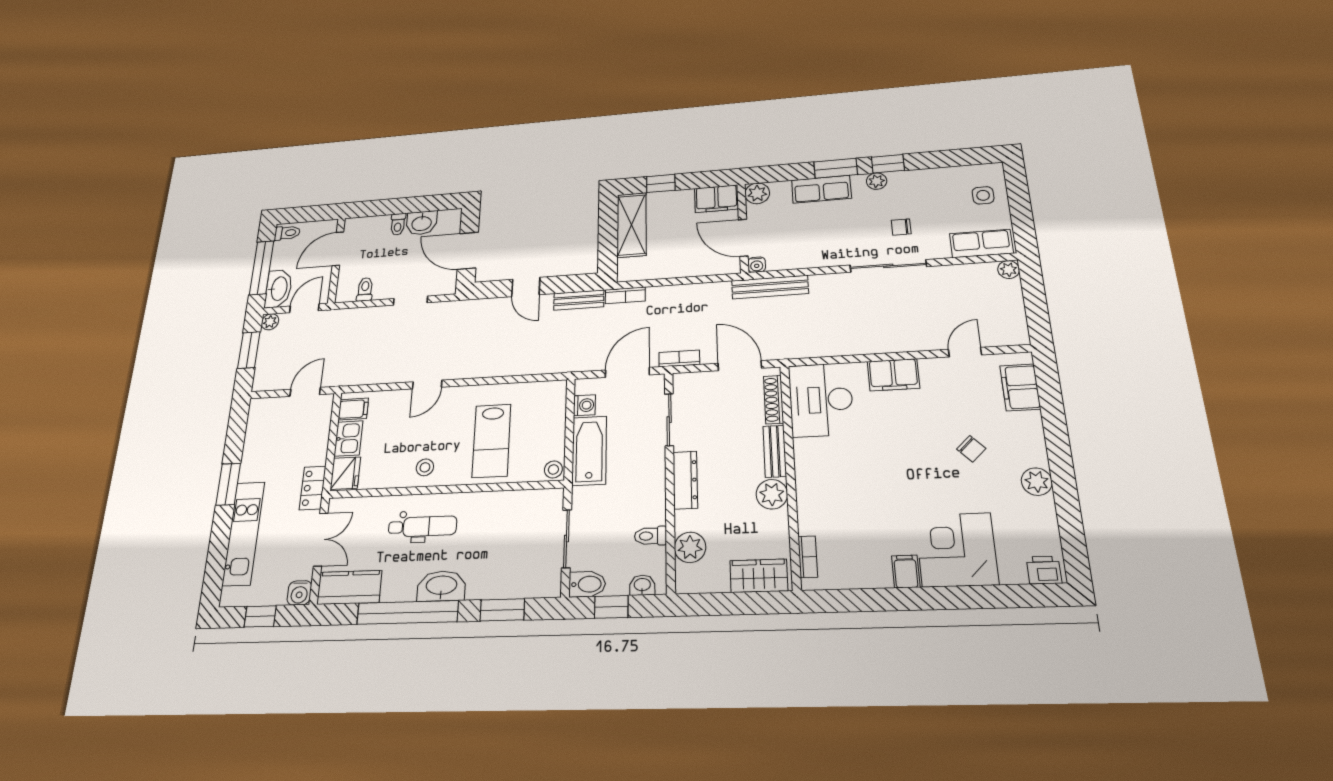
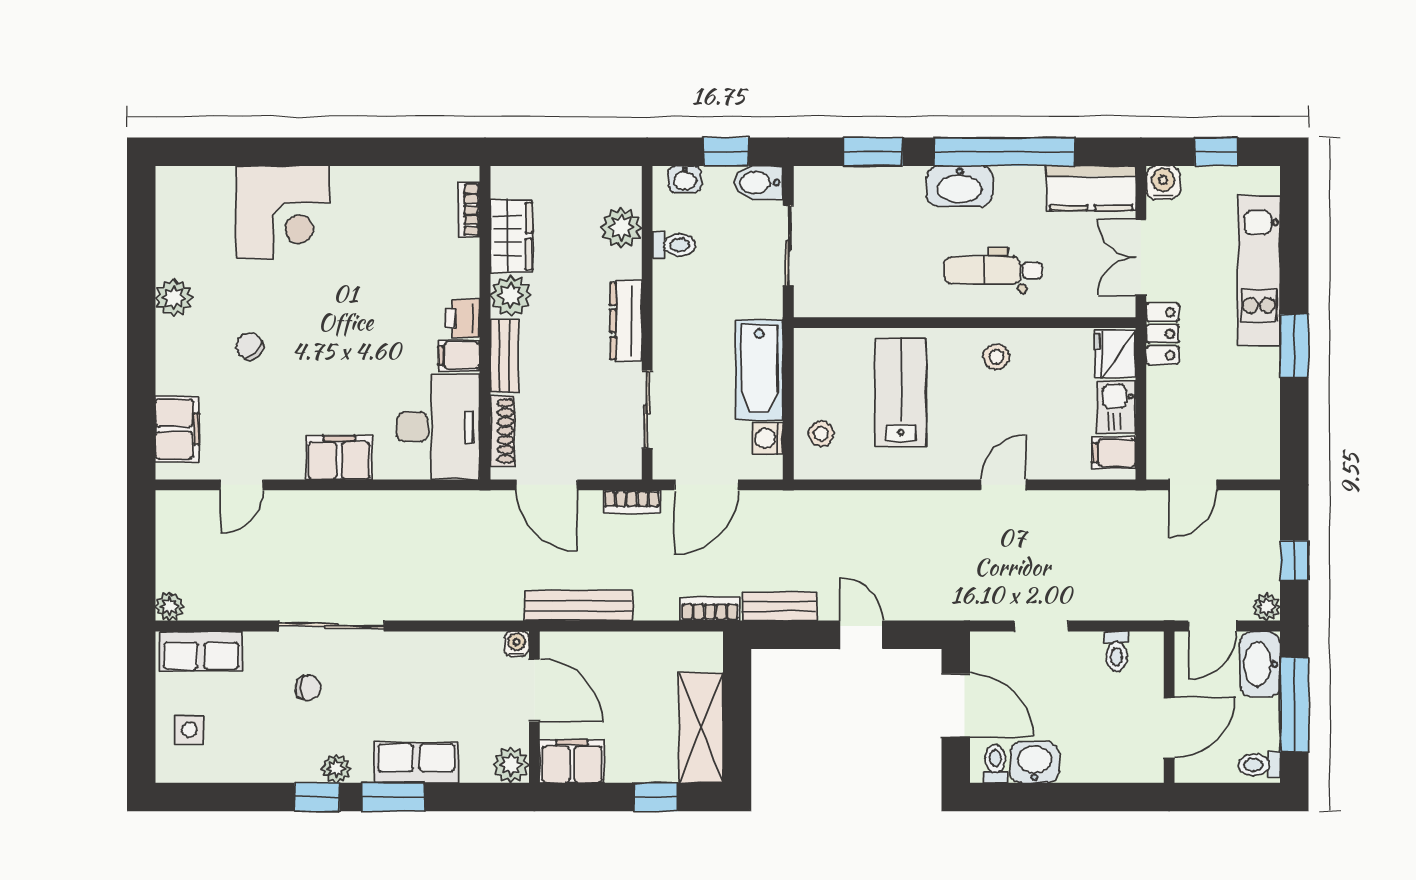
toilet: (398, 224) -> (995, 764), moved
bench: (770, 287) -> (579, 606), moved
window: (249, 350) -> (1294, 561), width x0.67
stool: (553, 469) -> (821, 434), moved
printer: (1044, 570) -> (462, 318), moved, turned 90
filing cabinet: (906, 571) -> (459, 356), moved, turned 90
wardrobe: (759, 576) -> (511, 236), moved, turned -90

